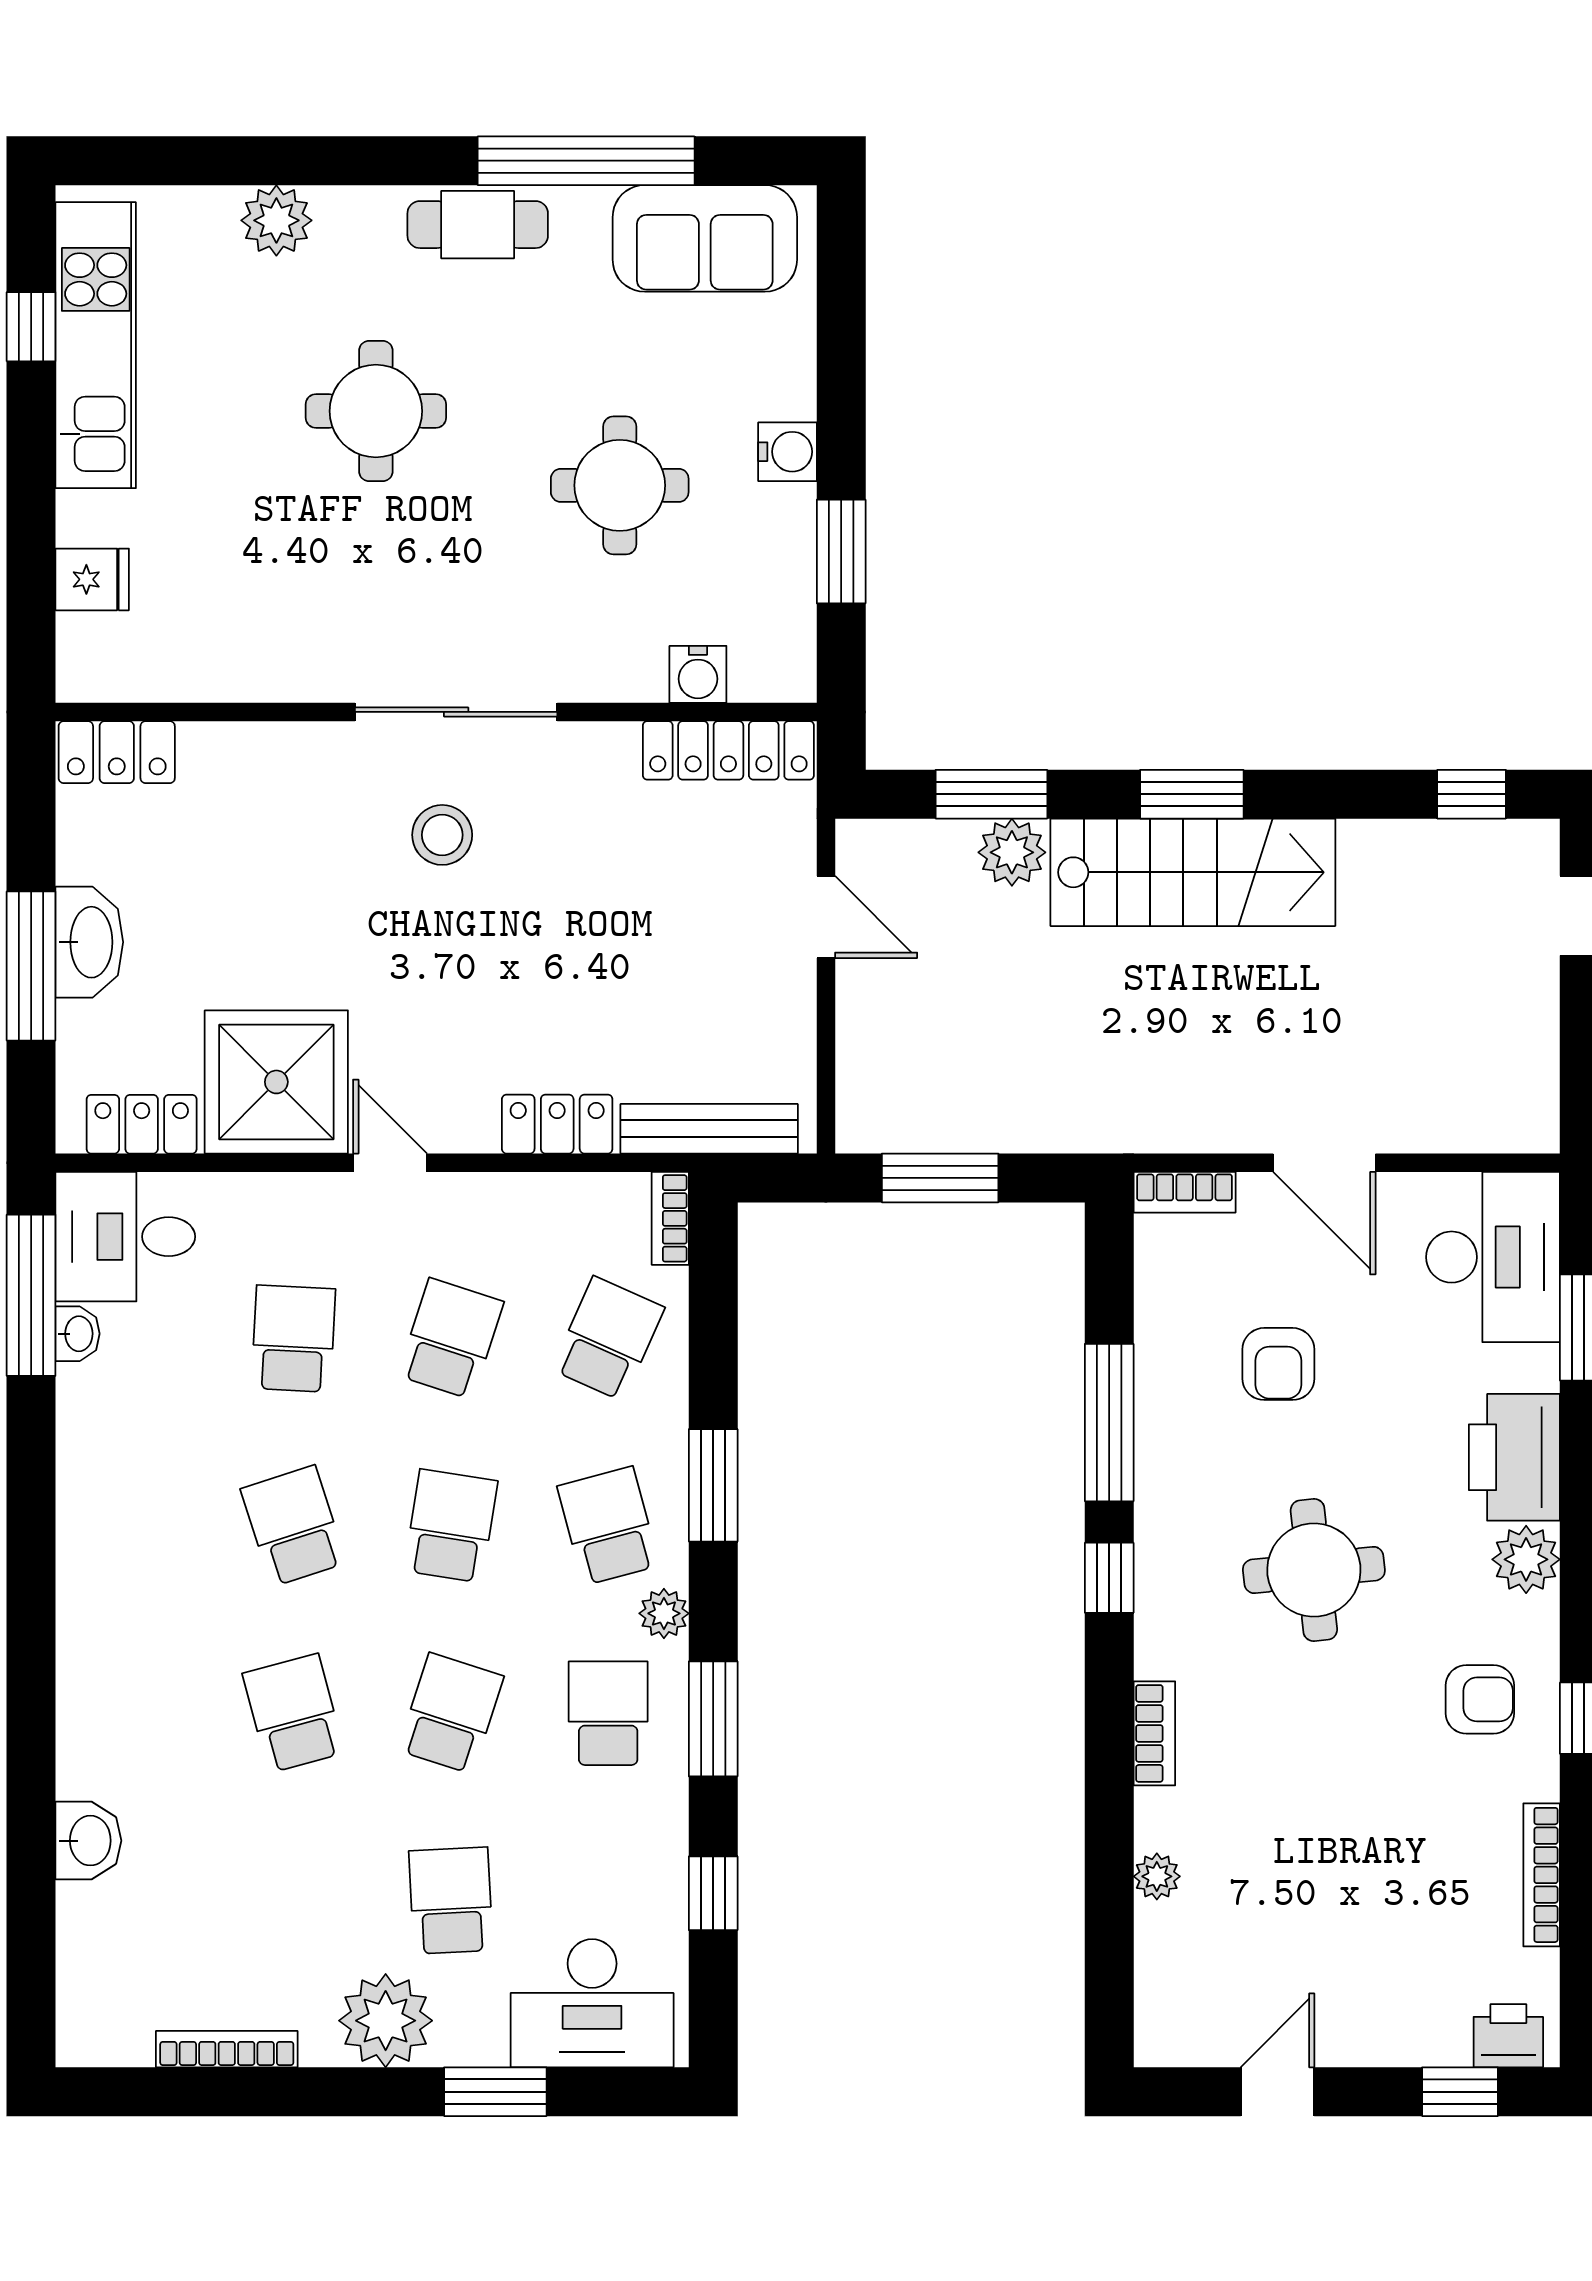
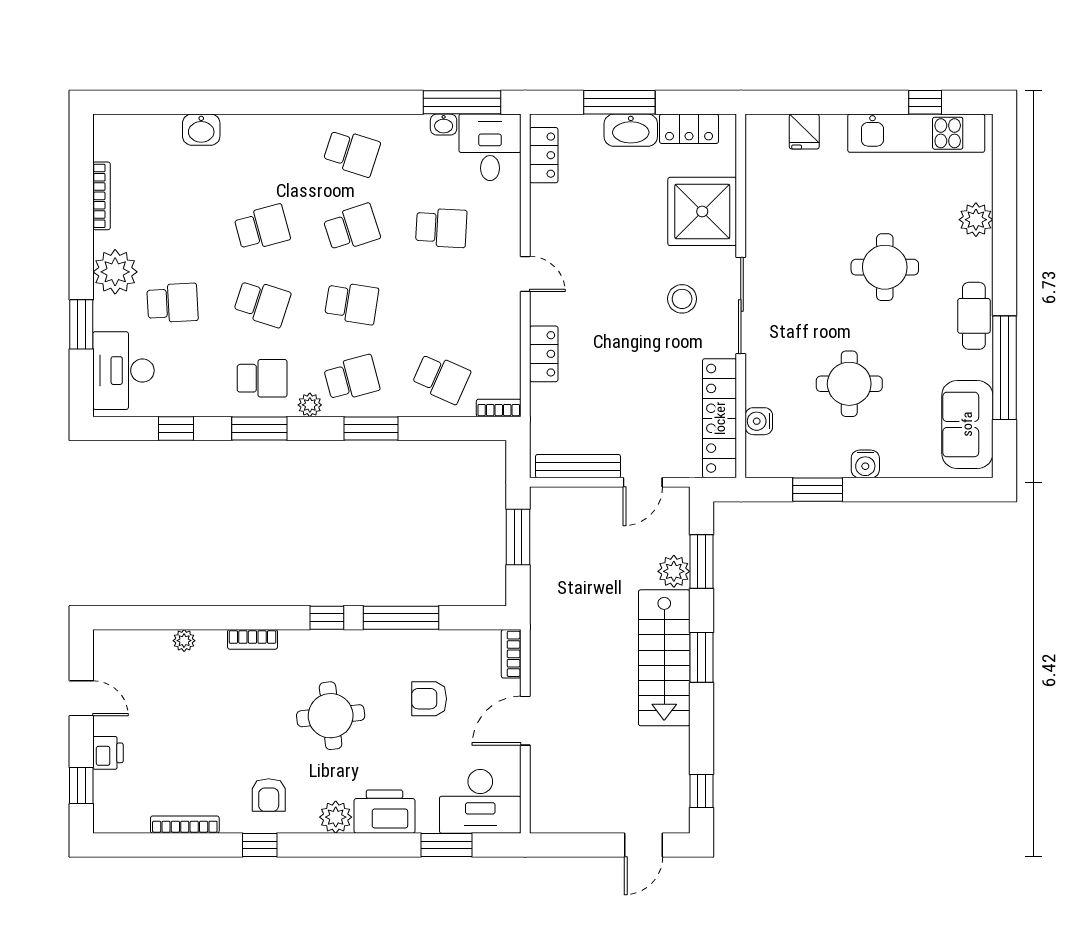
locker: (728, 750) -> (720, 418), width x1.41, depth x1.21
locker: (117, 752) -> (689, 129), moved, turned -90
shower: (276, 1082) -> (702, 211), moved
bench: (709, 1129) -> (578, 466), moved, turned 90
door: (390, 1163) -> (525, 274), hinge flipped
school desk: (451, 1339) -> (352, 153), moved
printer: (1508, 2036) -> (108, 753), moved

